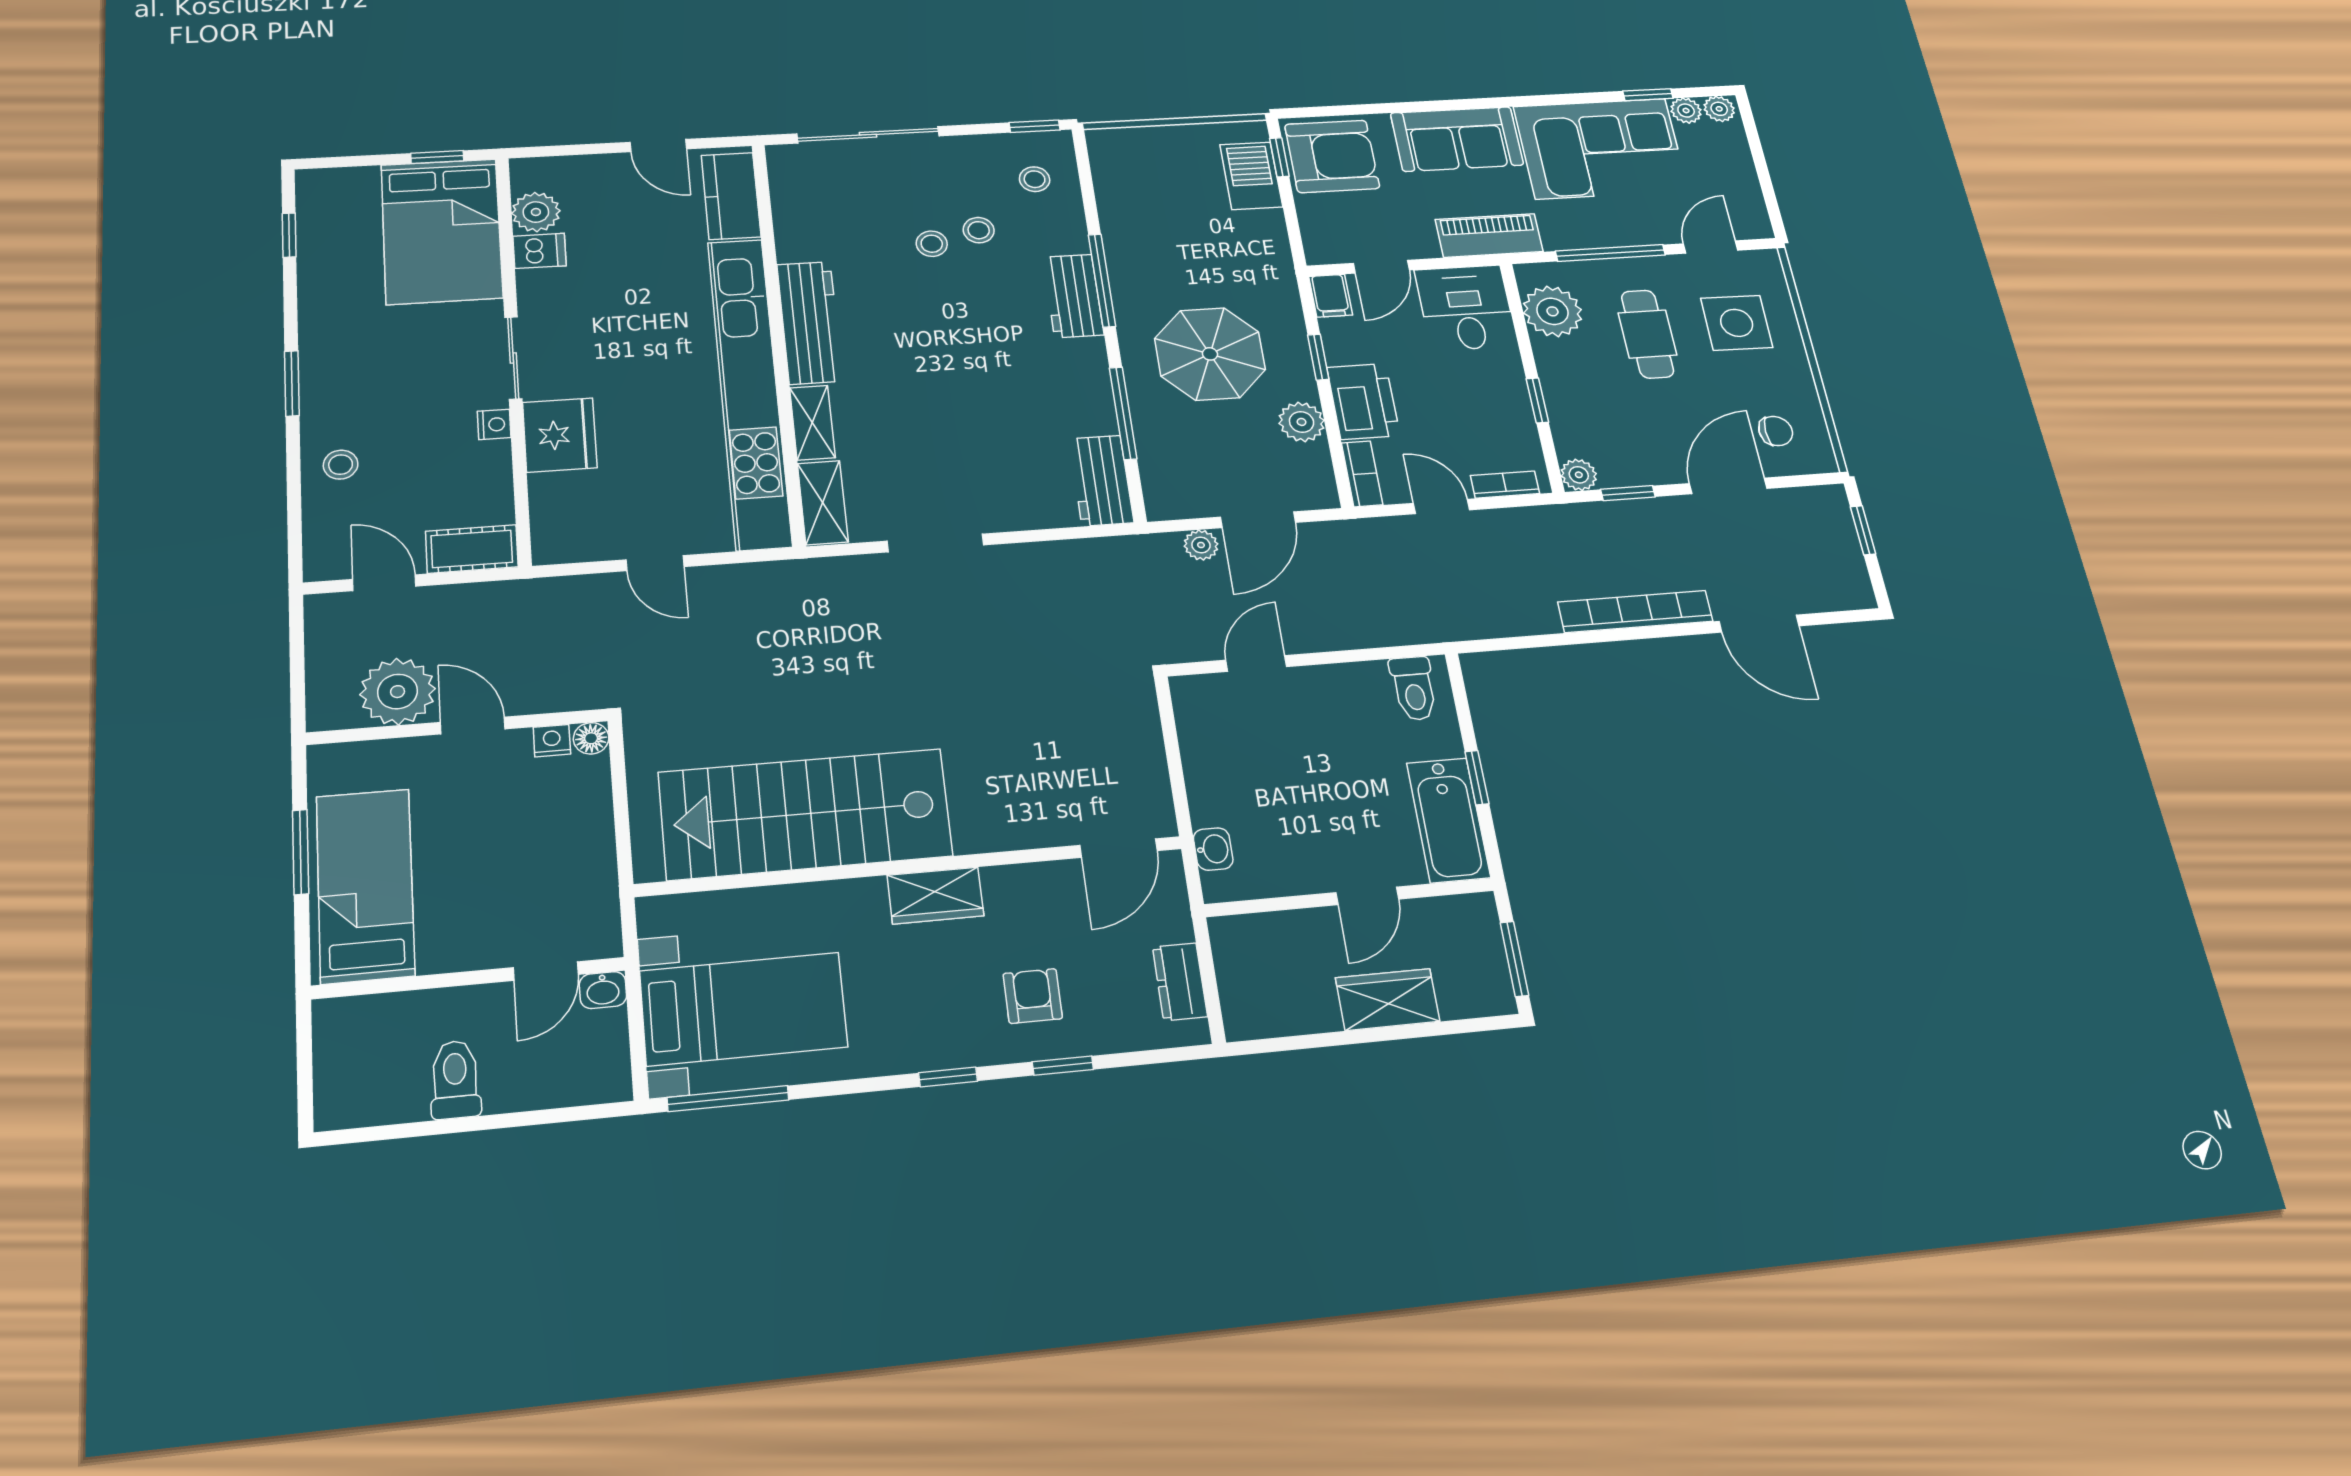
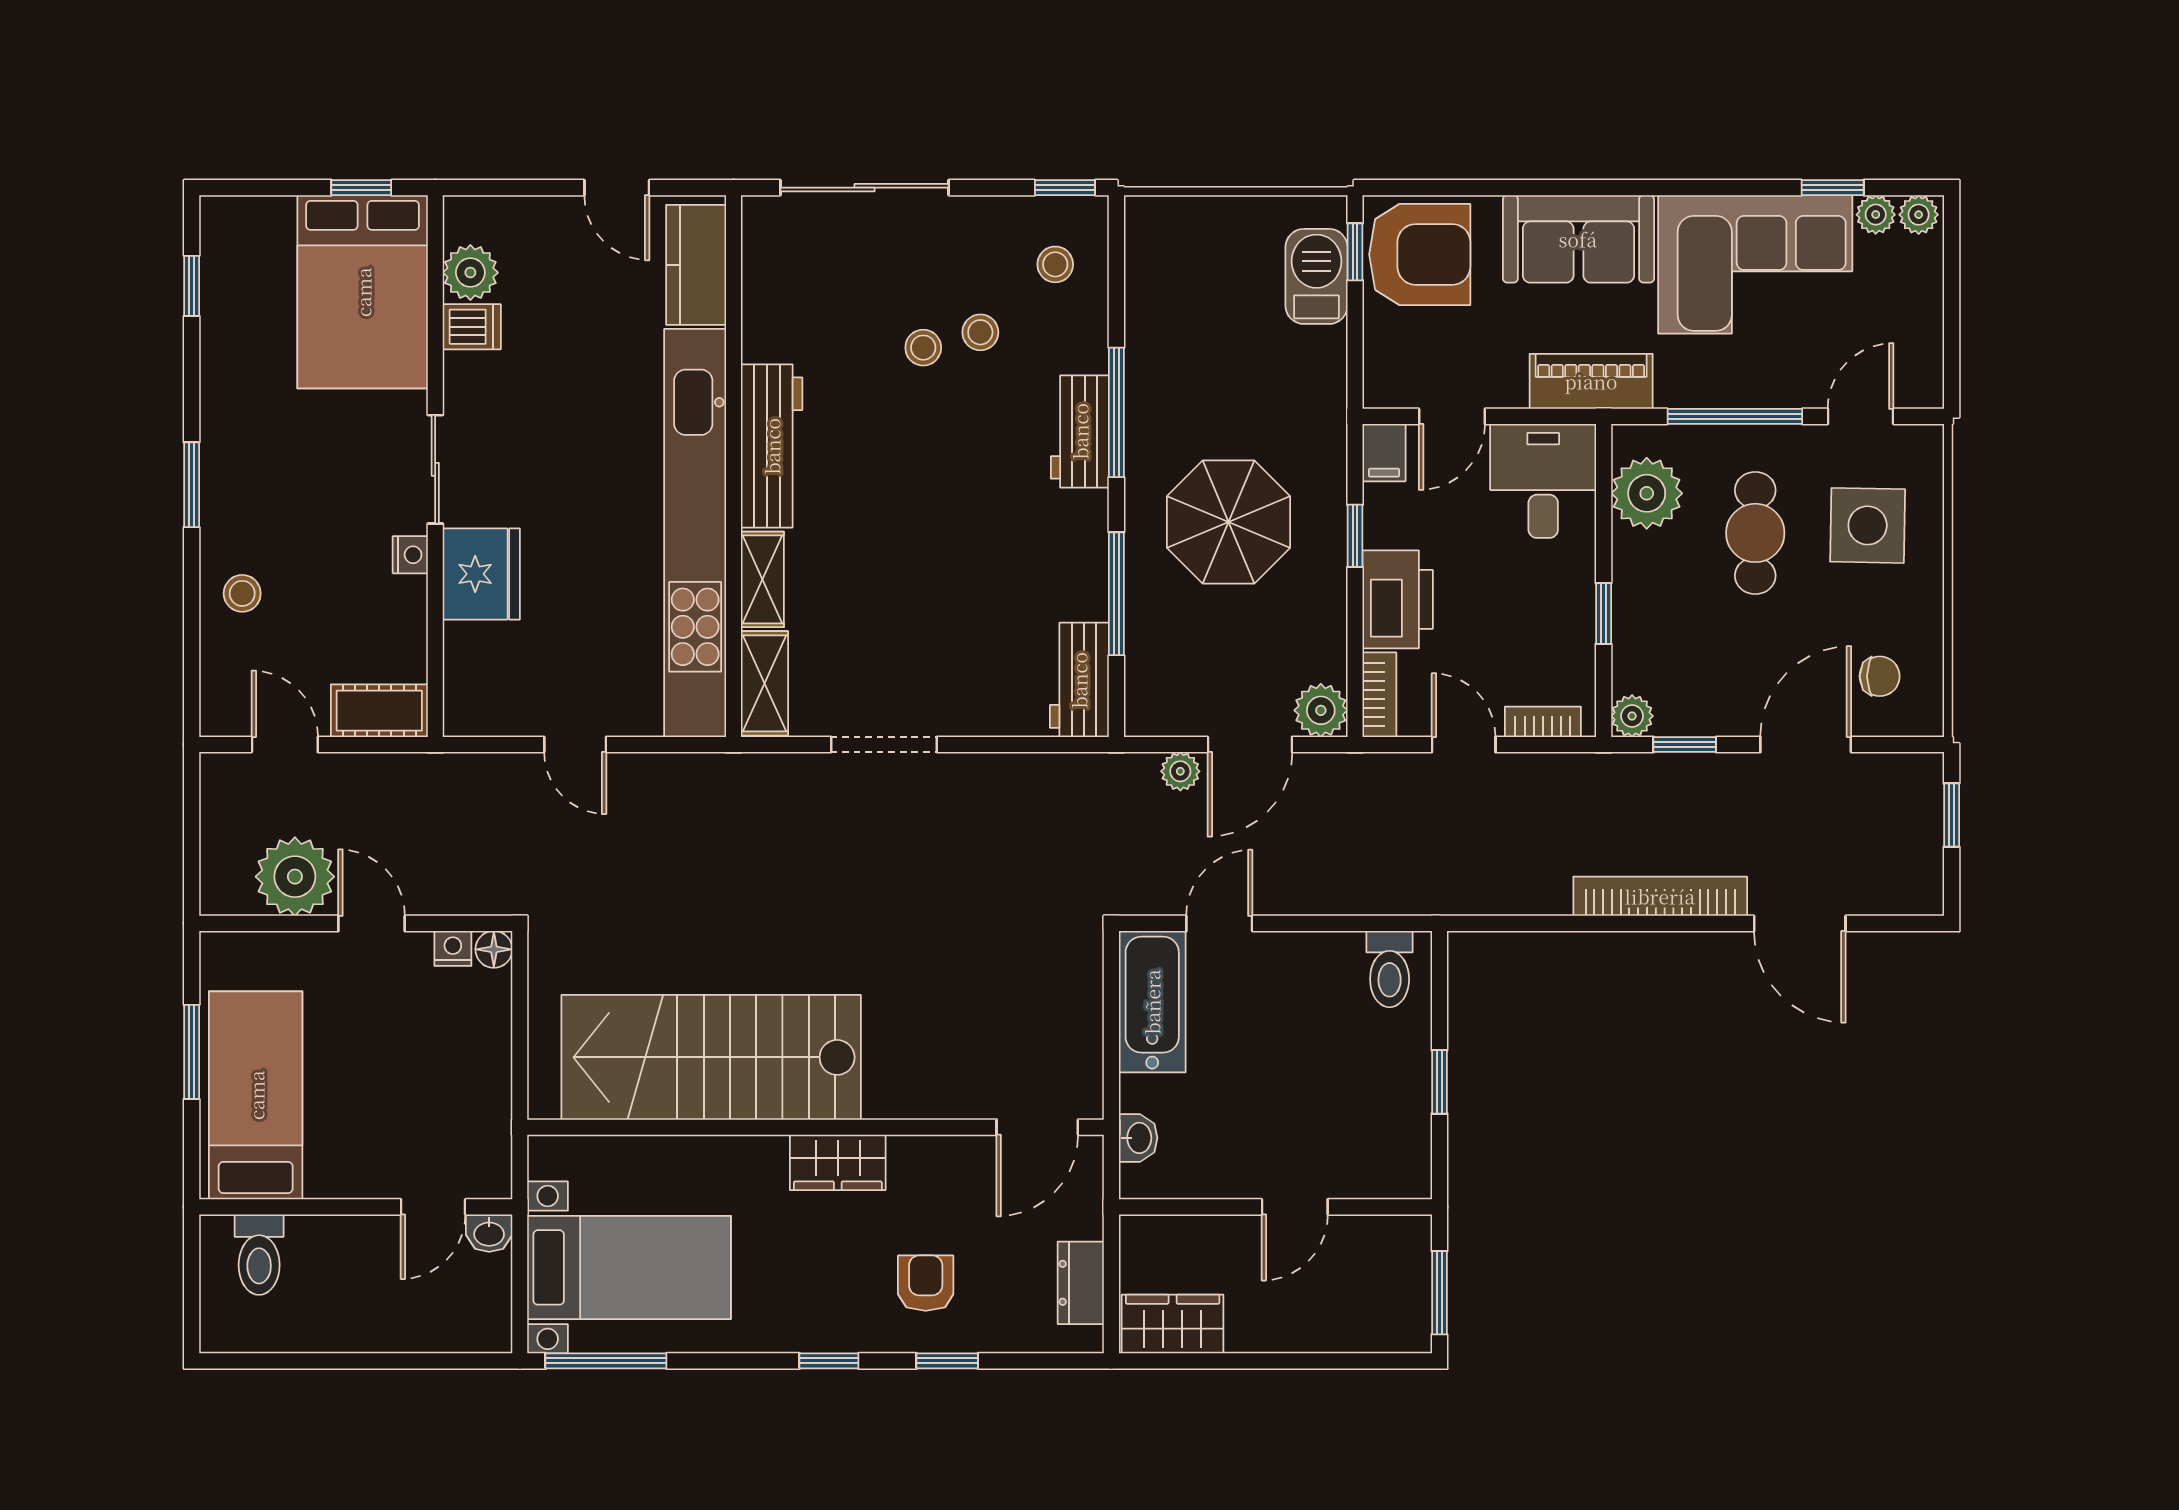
plant: (1302, 422) -> (1321, 710), moved
bathtub: (1448, 820) -> (1152, 1002), moved, turned 180
wardrobe: (1388, 999) -> (1173, 1324), moved
toilet: (455, 1080) -> (259, 1255), moved, turned 180

